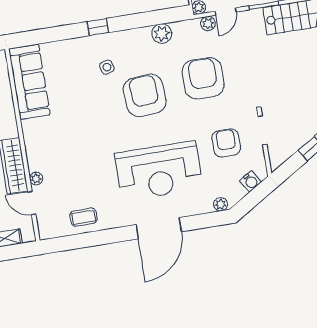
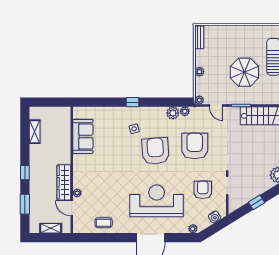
door: (226, 12) -> (216, 106), hinge flipped
plant: (208, 24) -> (185, 111), moved
sofa: (29, 82) -> (83, 136), width x0.73
reception desk: (159, 171) -> (157, 201), turned 180

